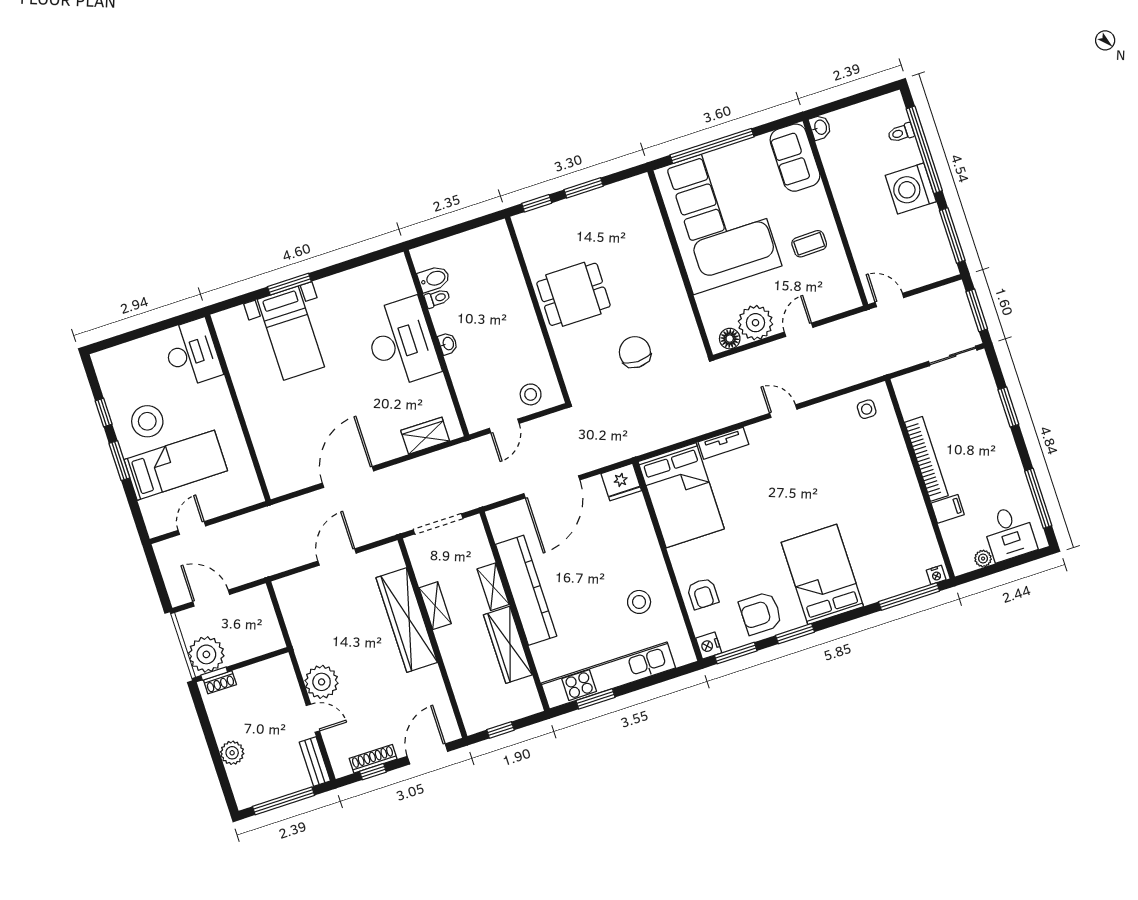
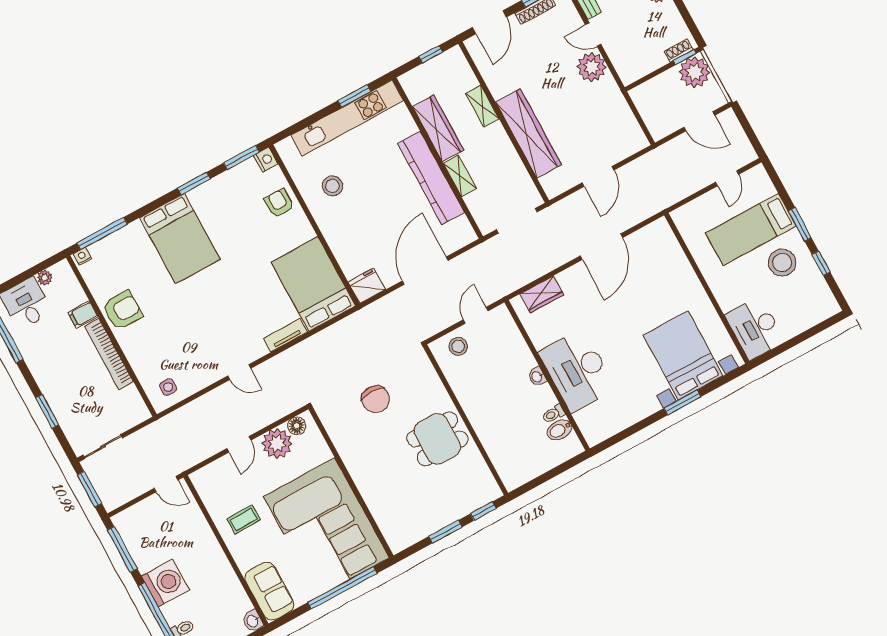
bed with nightstands: (291, 333) -> (683, 355), width x1.36
shelving: (435, 606) -> (482, 106), moved
armchair: (761, 613) -> (122, 310), moved

